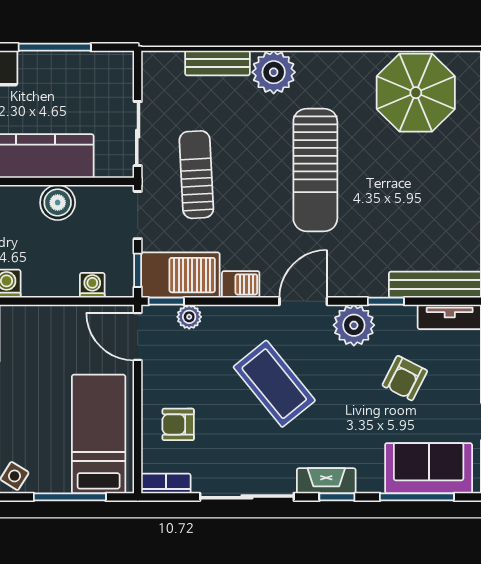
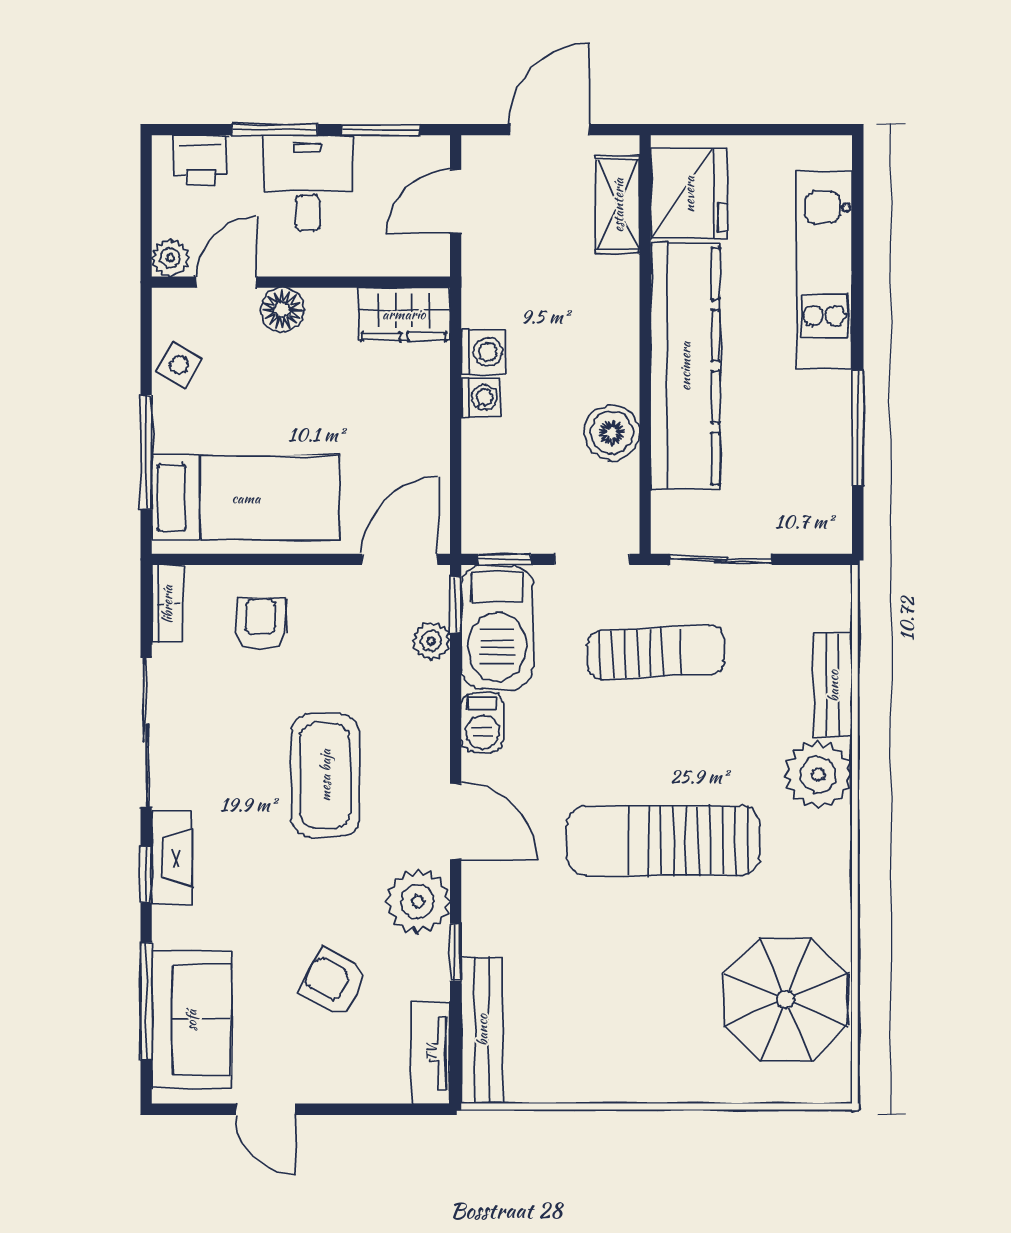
washing machine: (92, 285) -> (481, 397), moved
coffee table: (274, 384) -> (325, 775), turned -51

